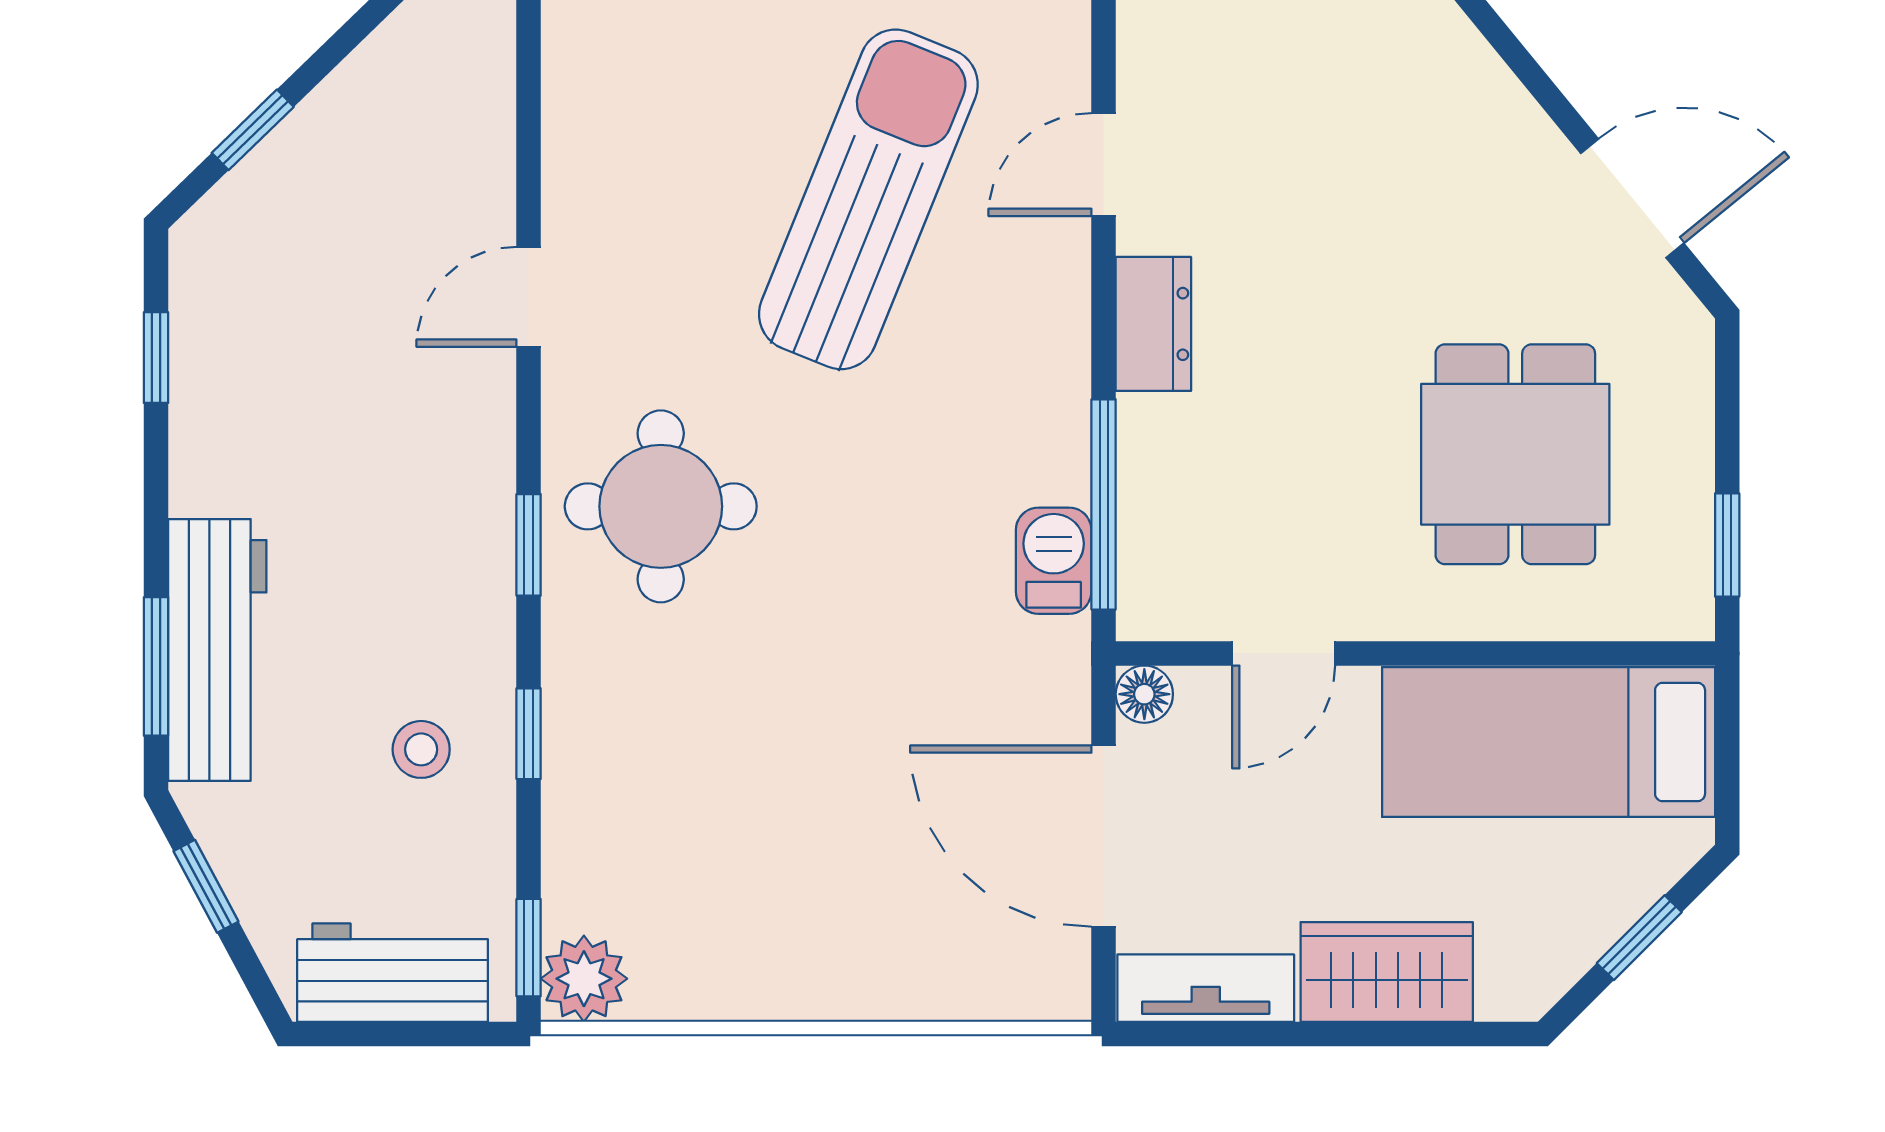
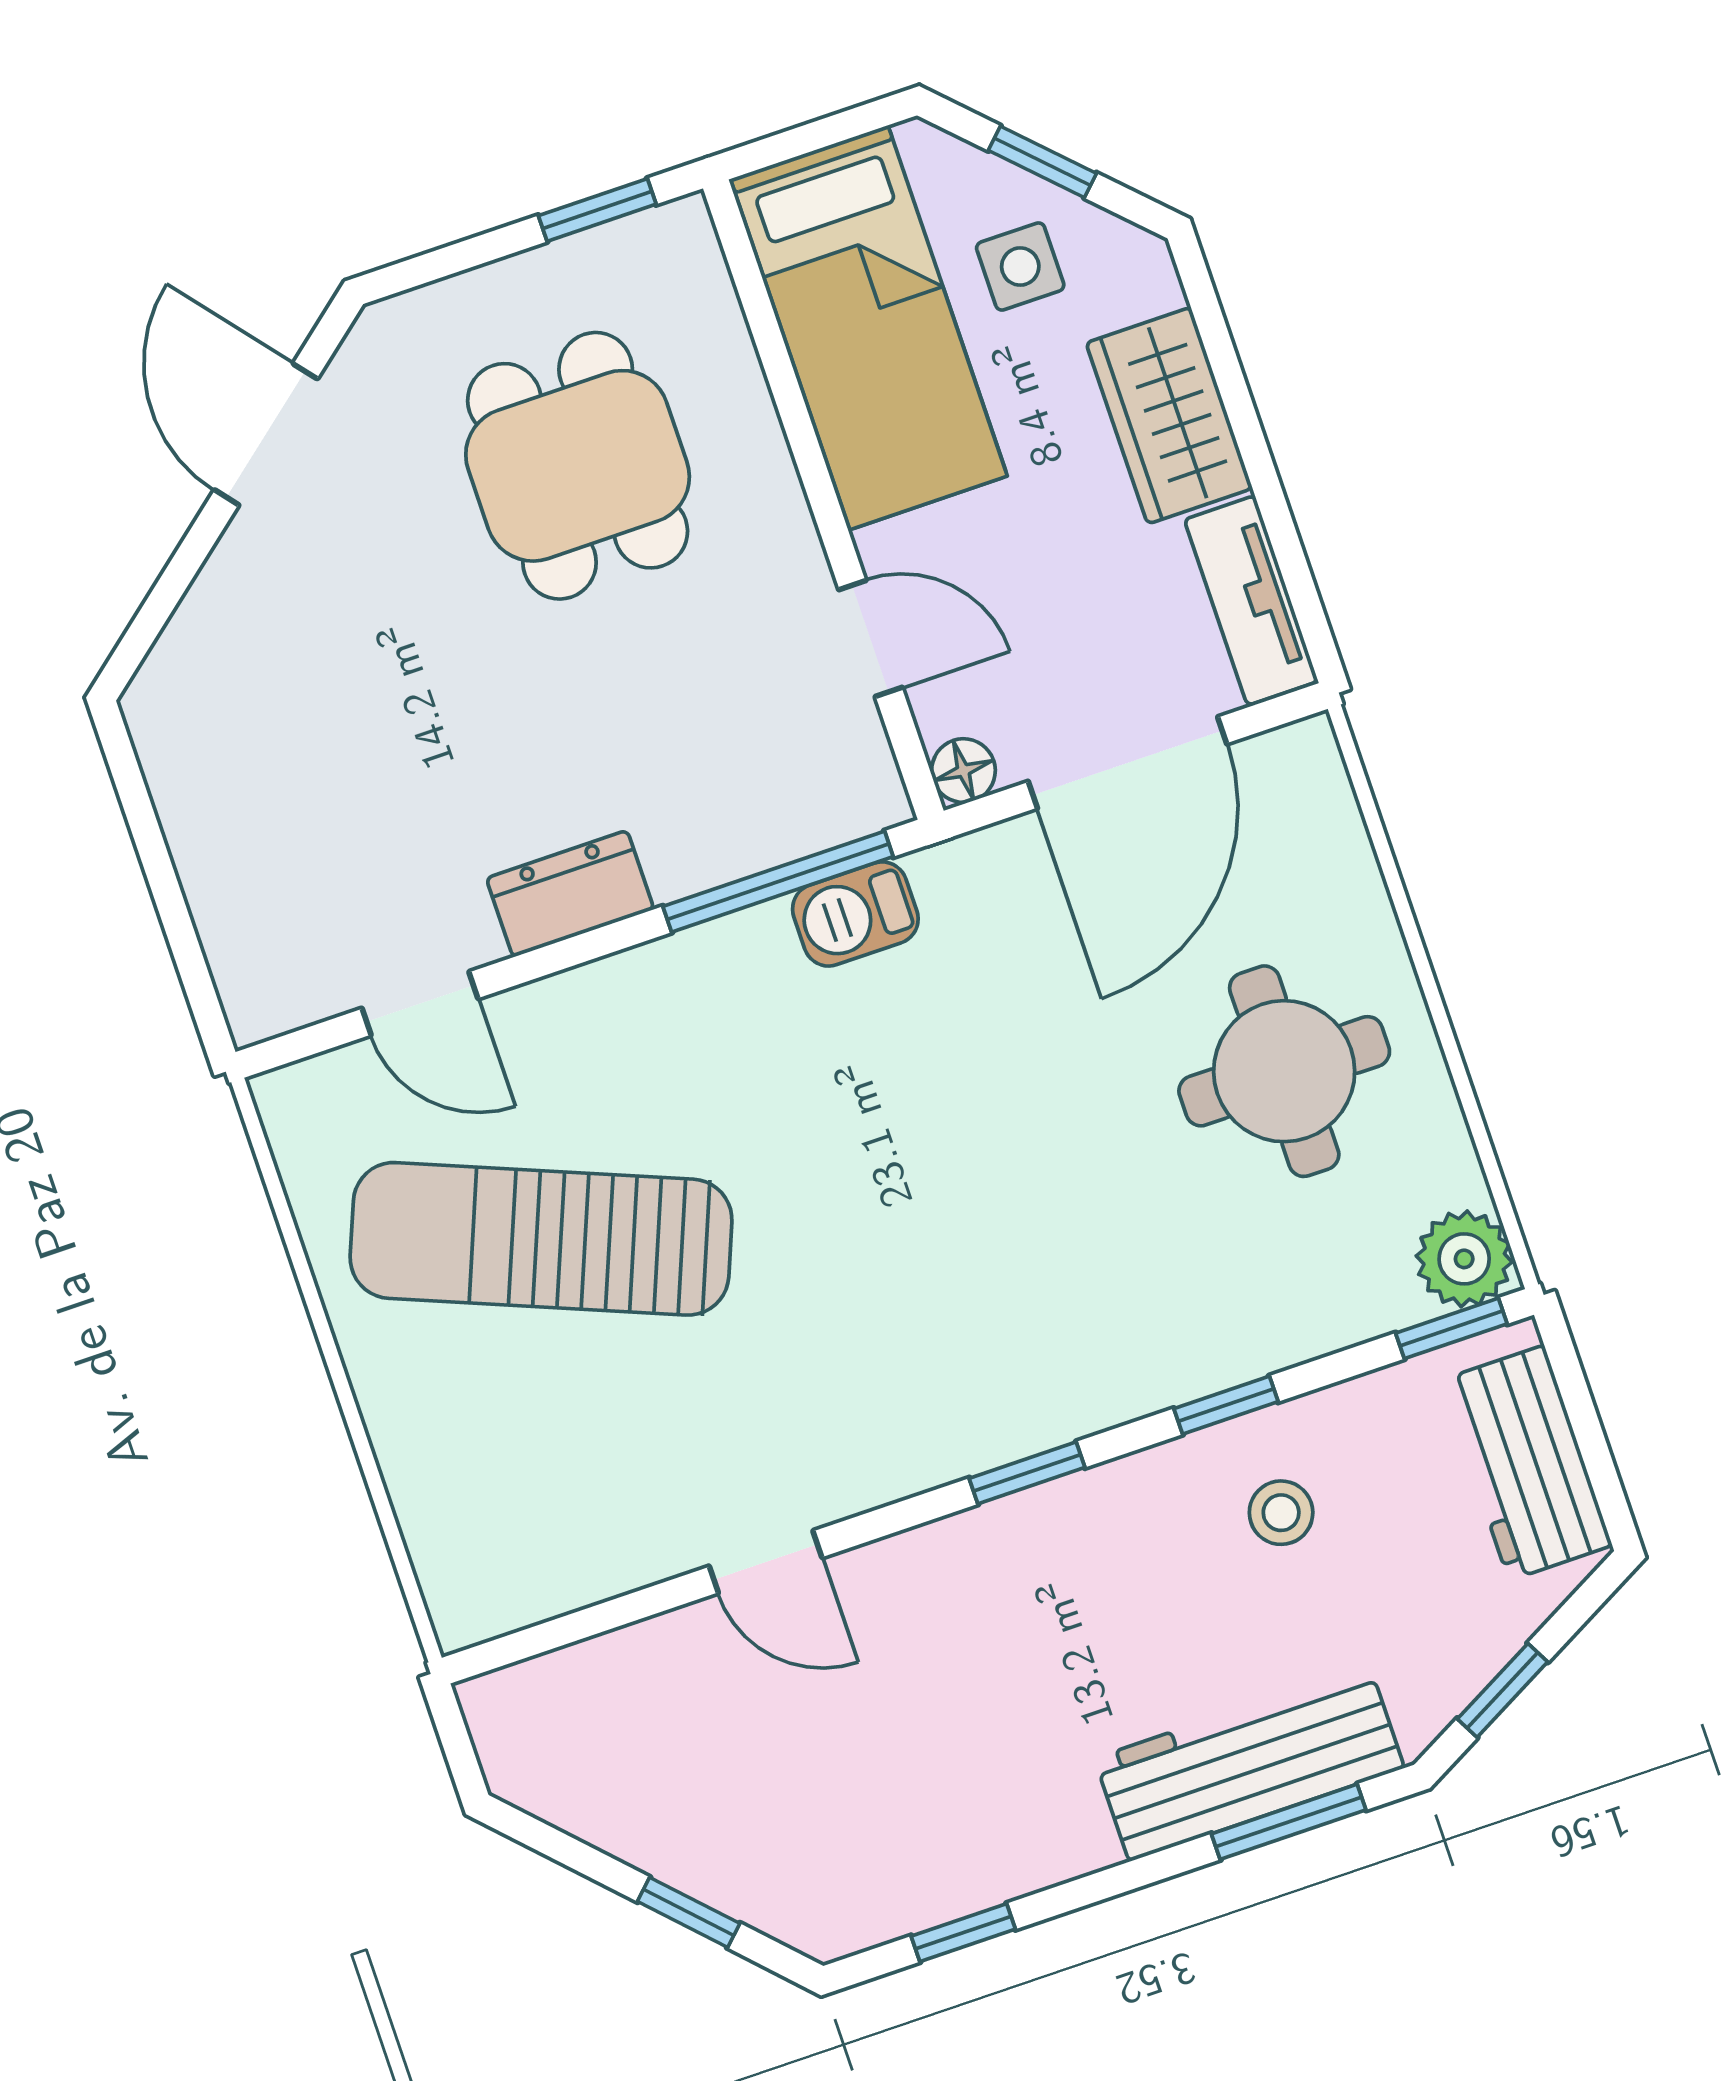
dining table: (1515, 454) -> (578, 466), turned 90
round table: (661, 506) -> (1284, 1071), moved
side table: (1557, 888) -> (1020, 267), added

